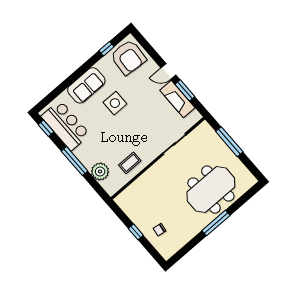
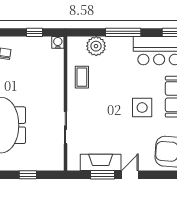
window: (229, 142) -> (28, 175), width x0.46
water cooler: (120, 200) -> (58, 42), added
window: (136, 232) -> (35, 32), moved

